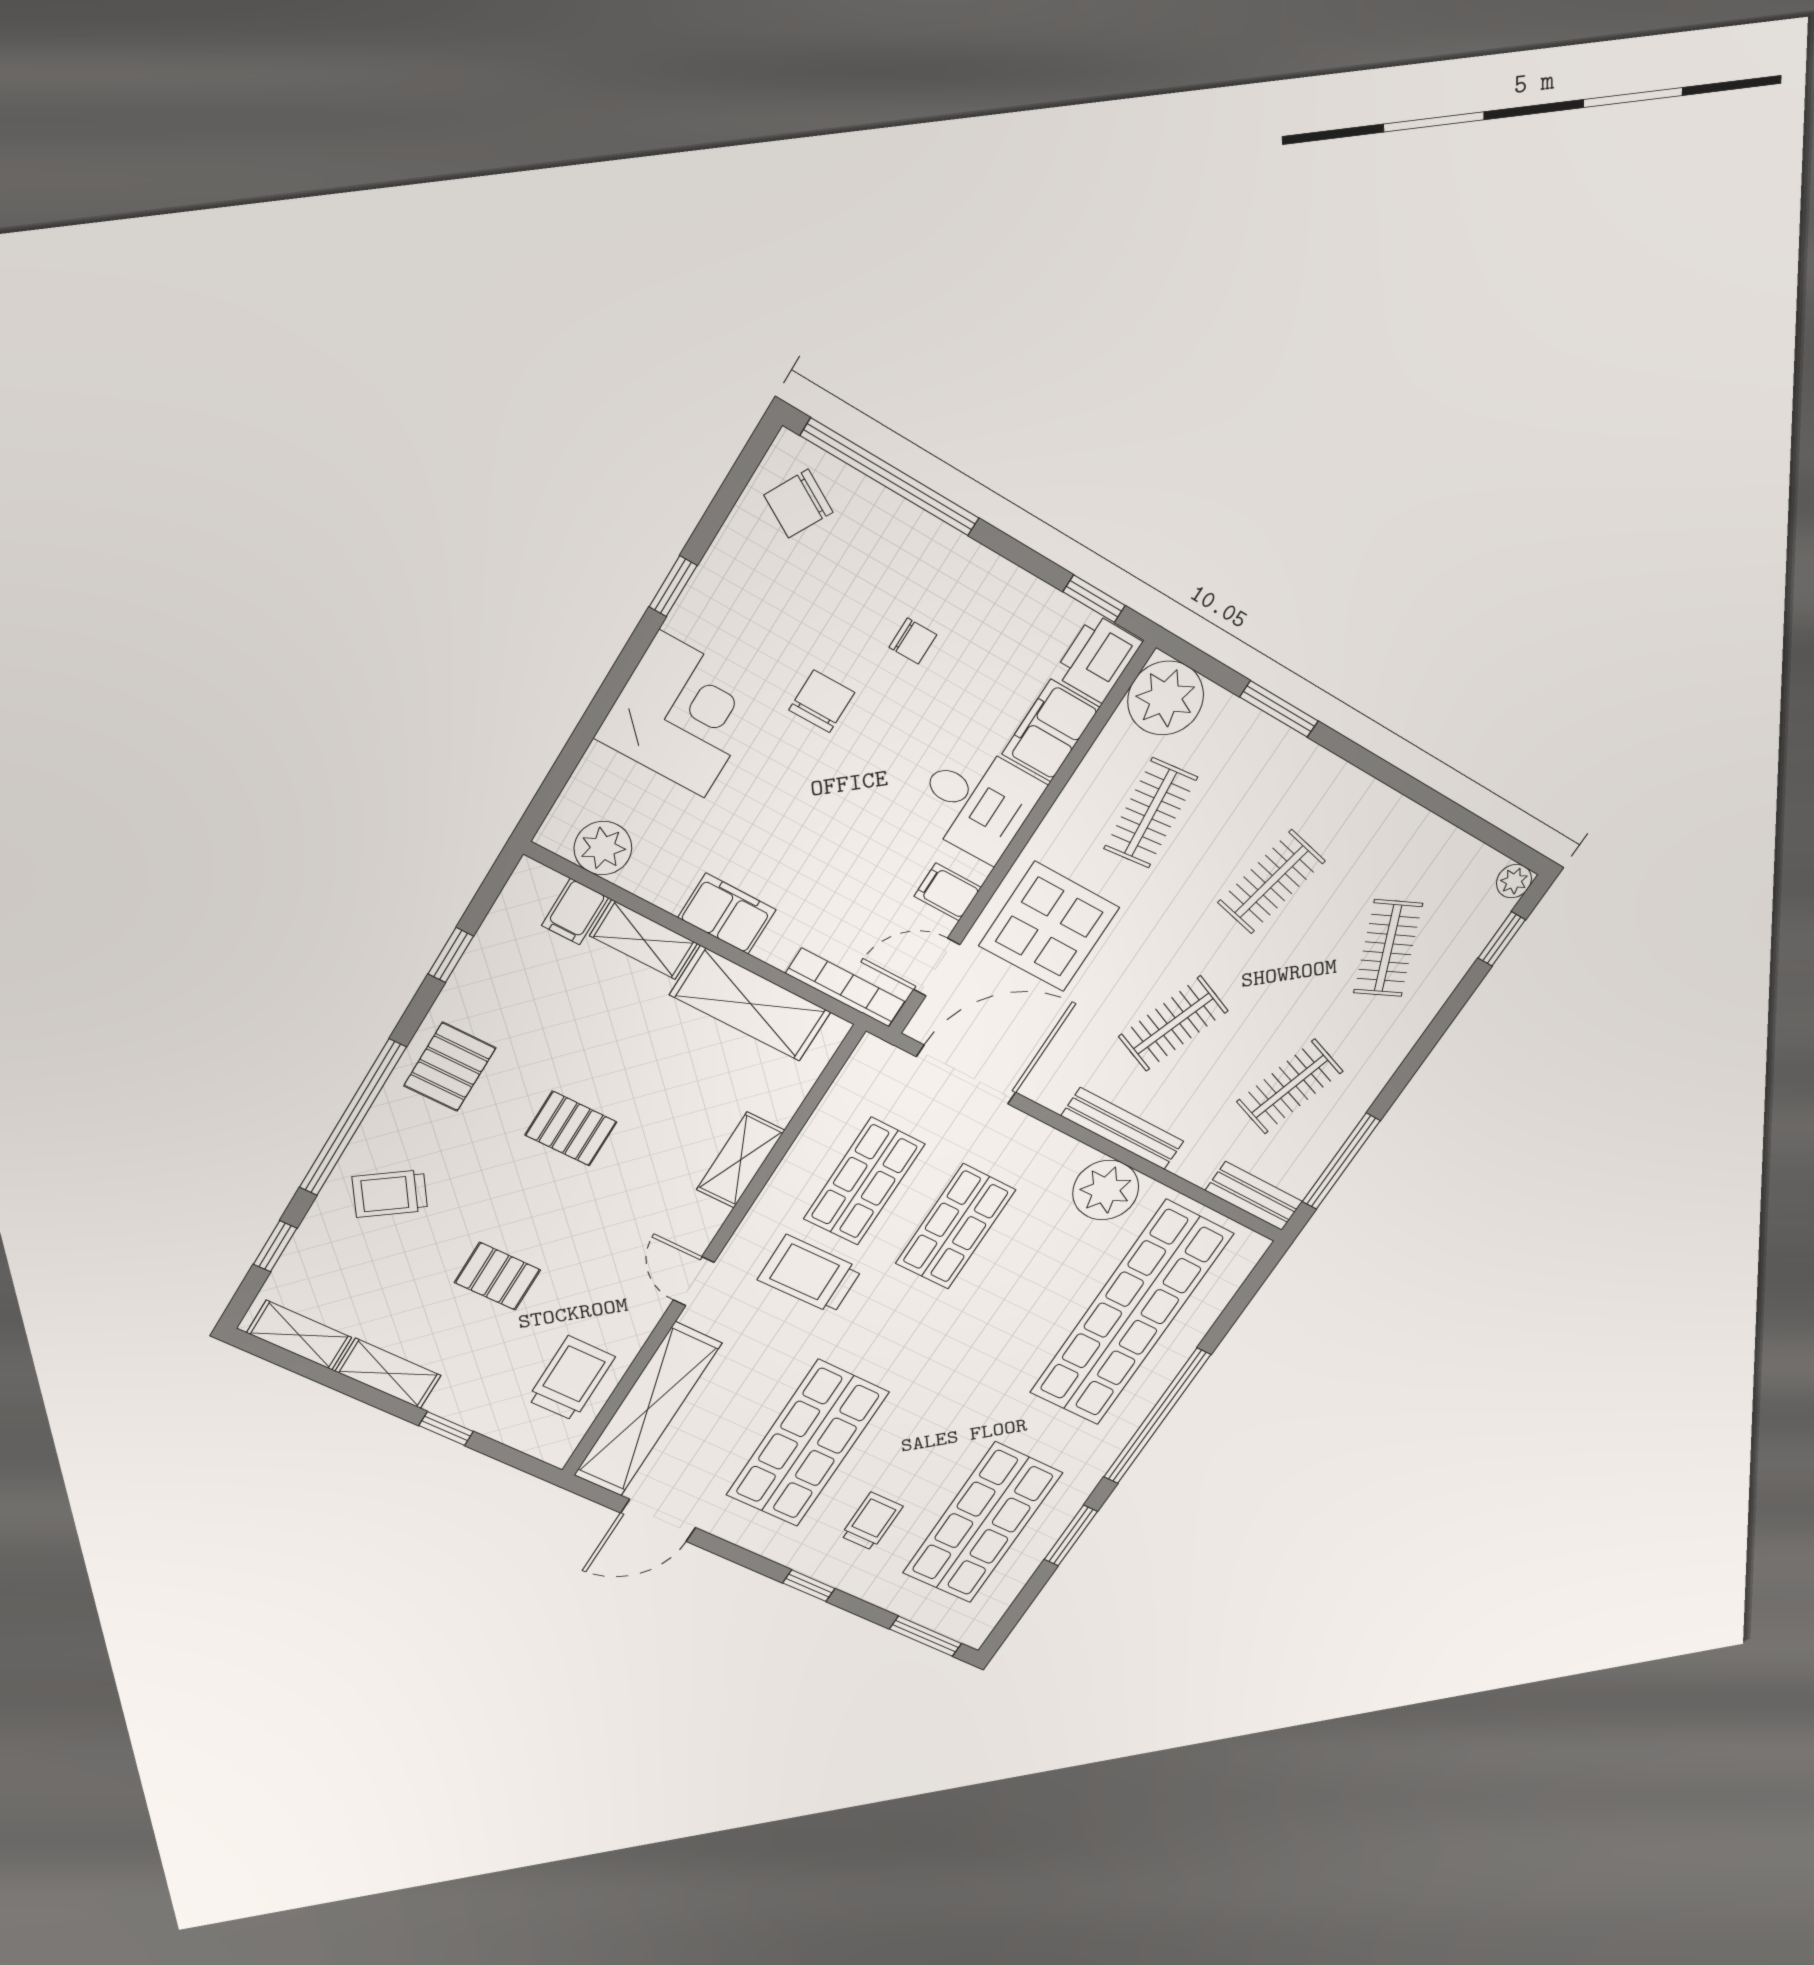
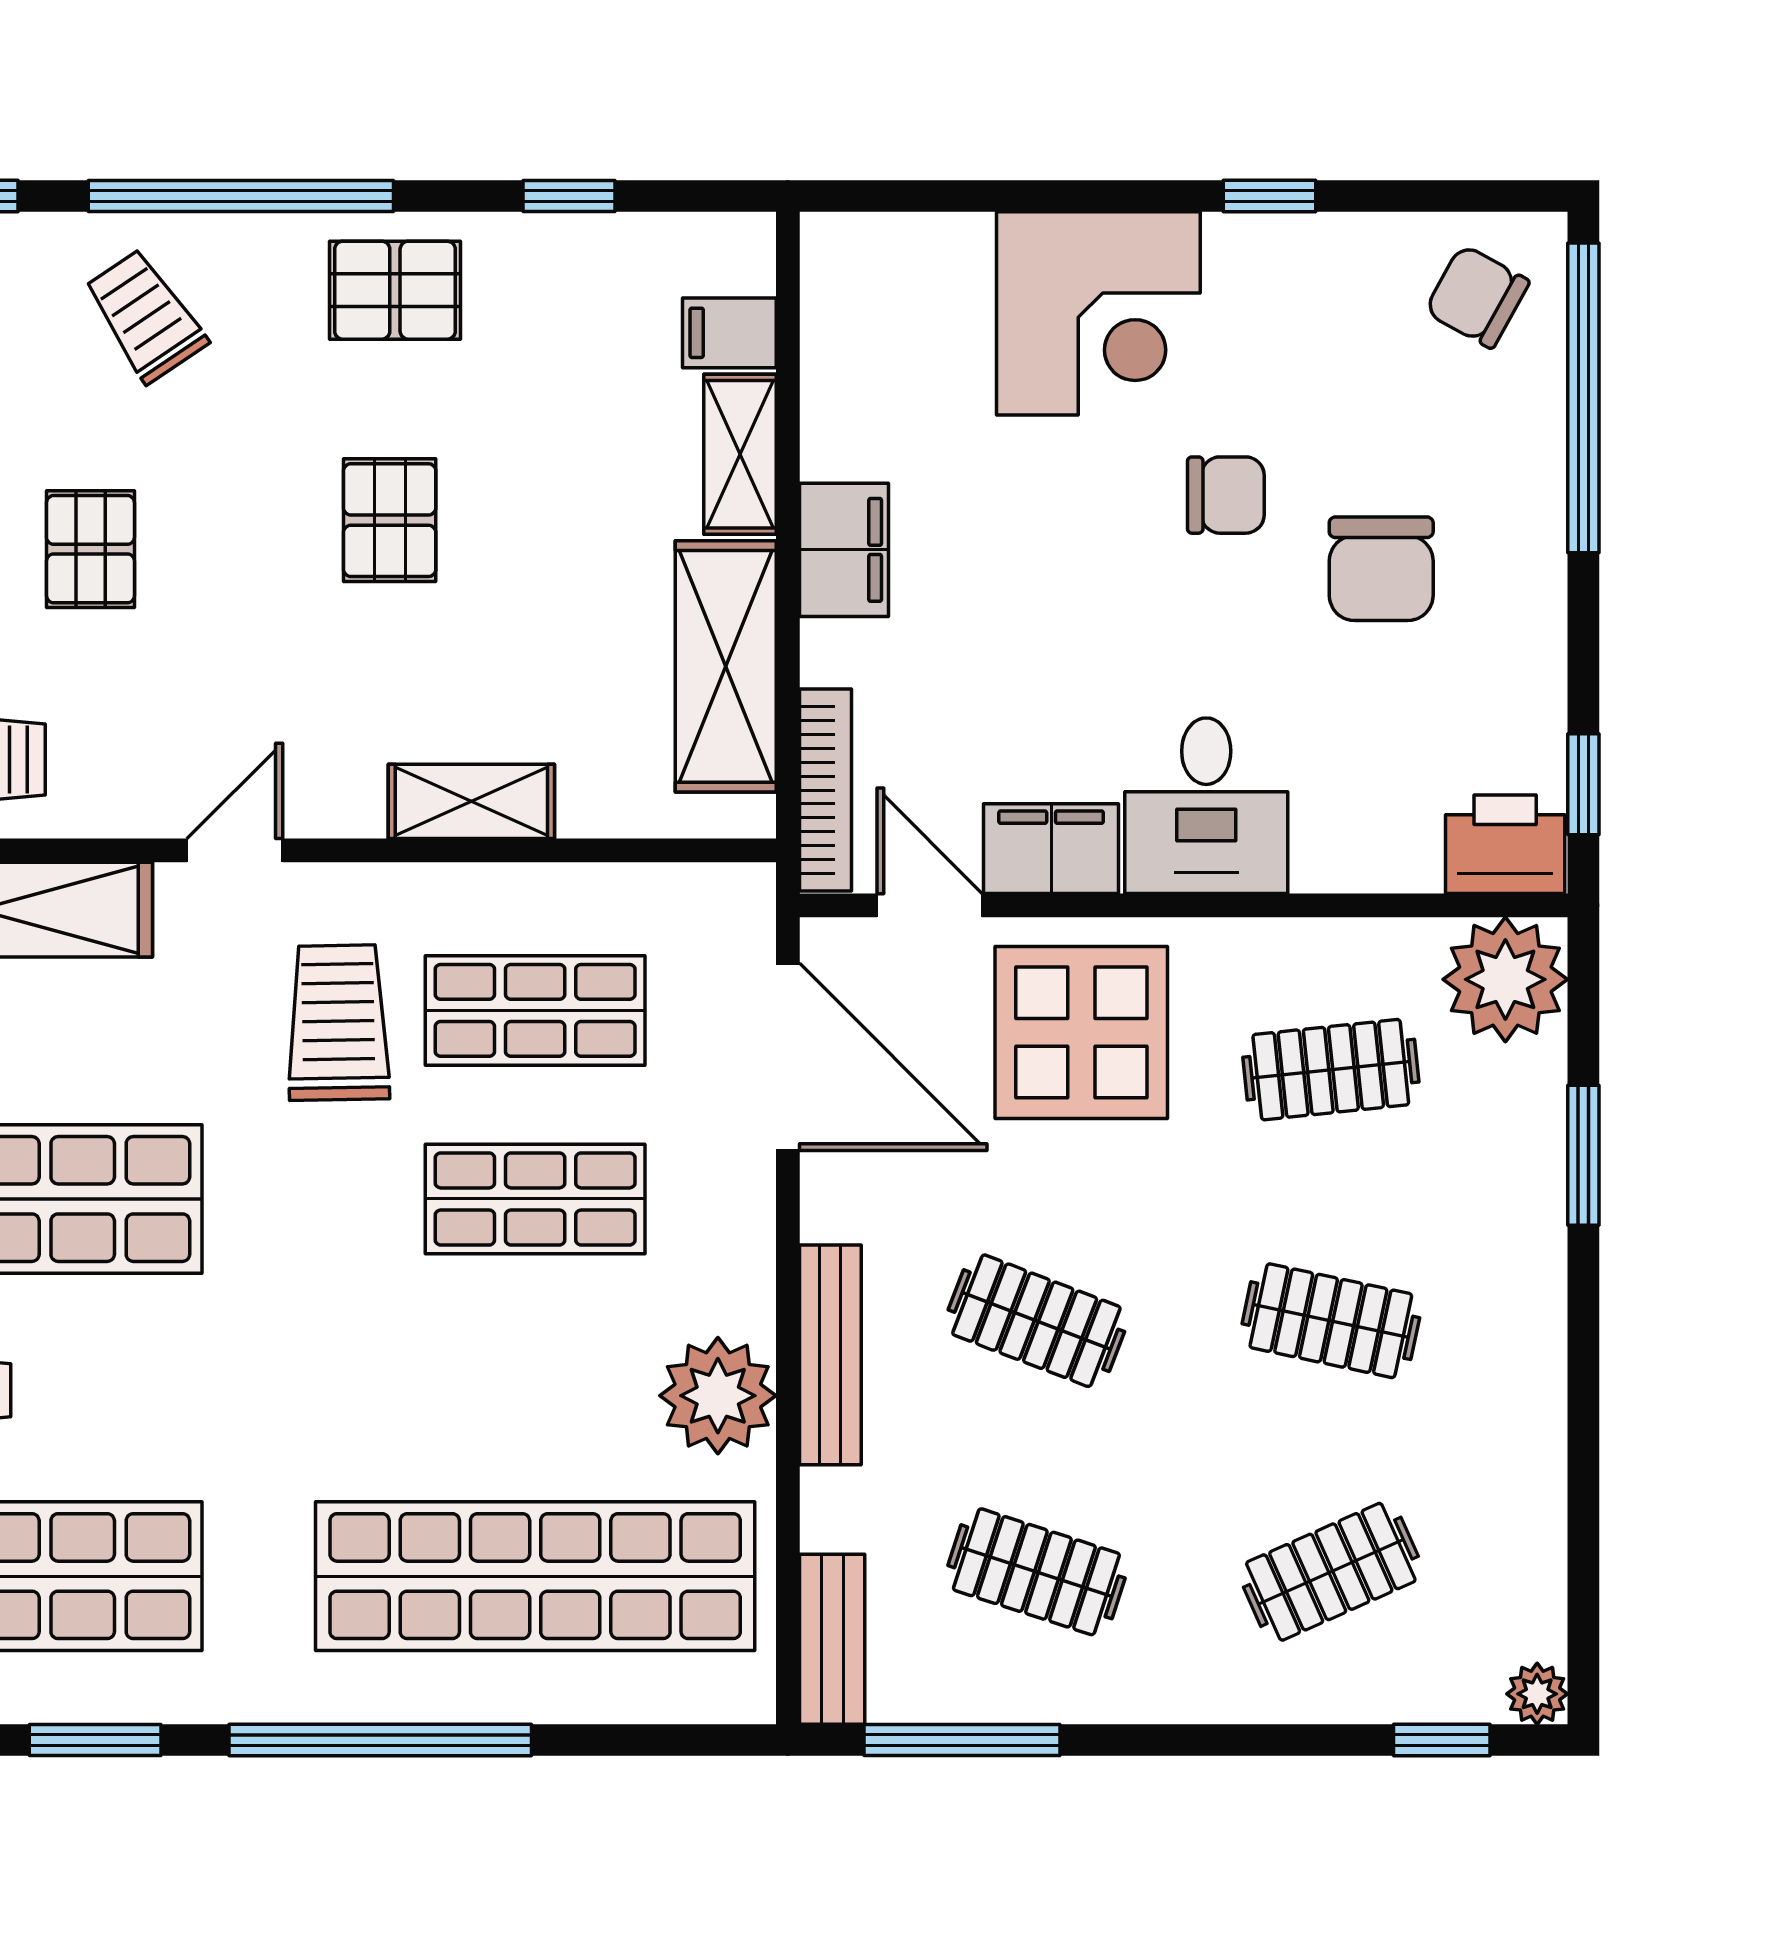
chair: (913, 641) -> (1381, 569), width x1.87, depth x1.87
filing cabinet: (1051, 731) -> (1367, 845), removed
plant: (603, 848) -> (845, 317), removed
filing cabinet: (948, 892) -> (1051, 849), width x2.00

